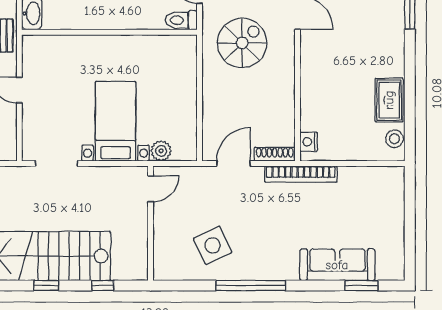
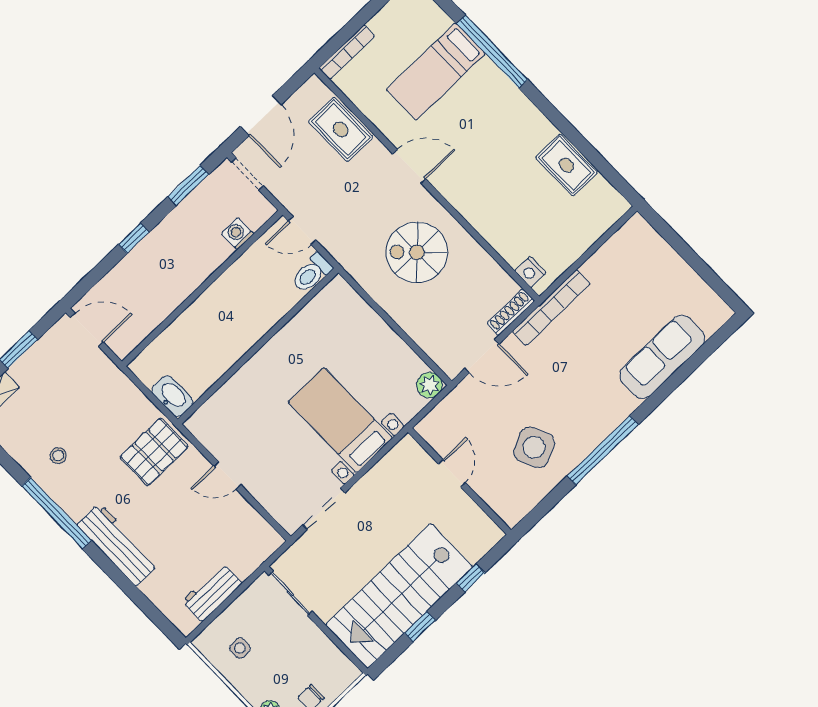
spiral stairs: (242, 43) -> (417, 252), moved, turned -90
stool: (394, 139) -> (604, 195), removed
plant: (161, 151) -> (429, 385), moved
door: (233, 163) -> (482, 356), swing flipped
door: (151, 189) -> (452, 473), moved
window: (361, 286) -> (702, 355), removed

